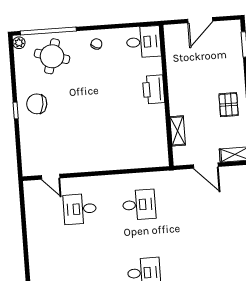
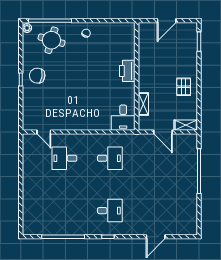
desk: (144, 42) -> (123, 118), moved, turned 90

